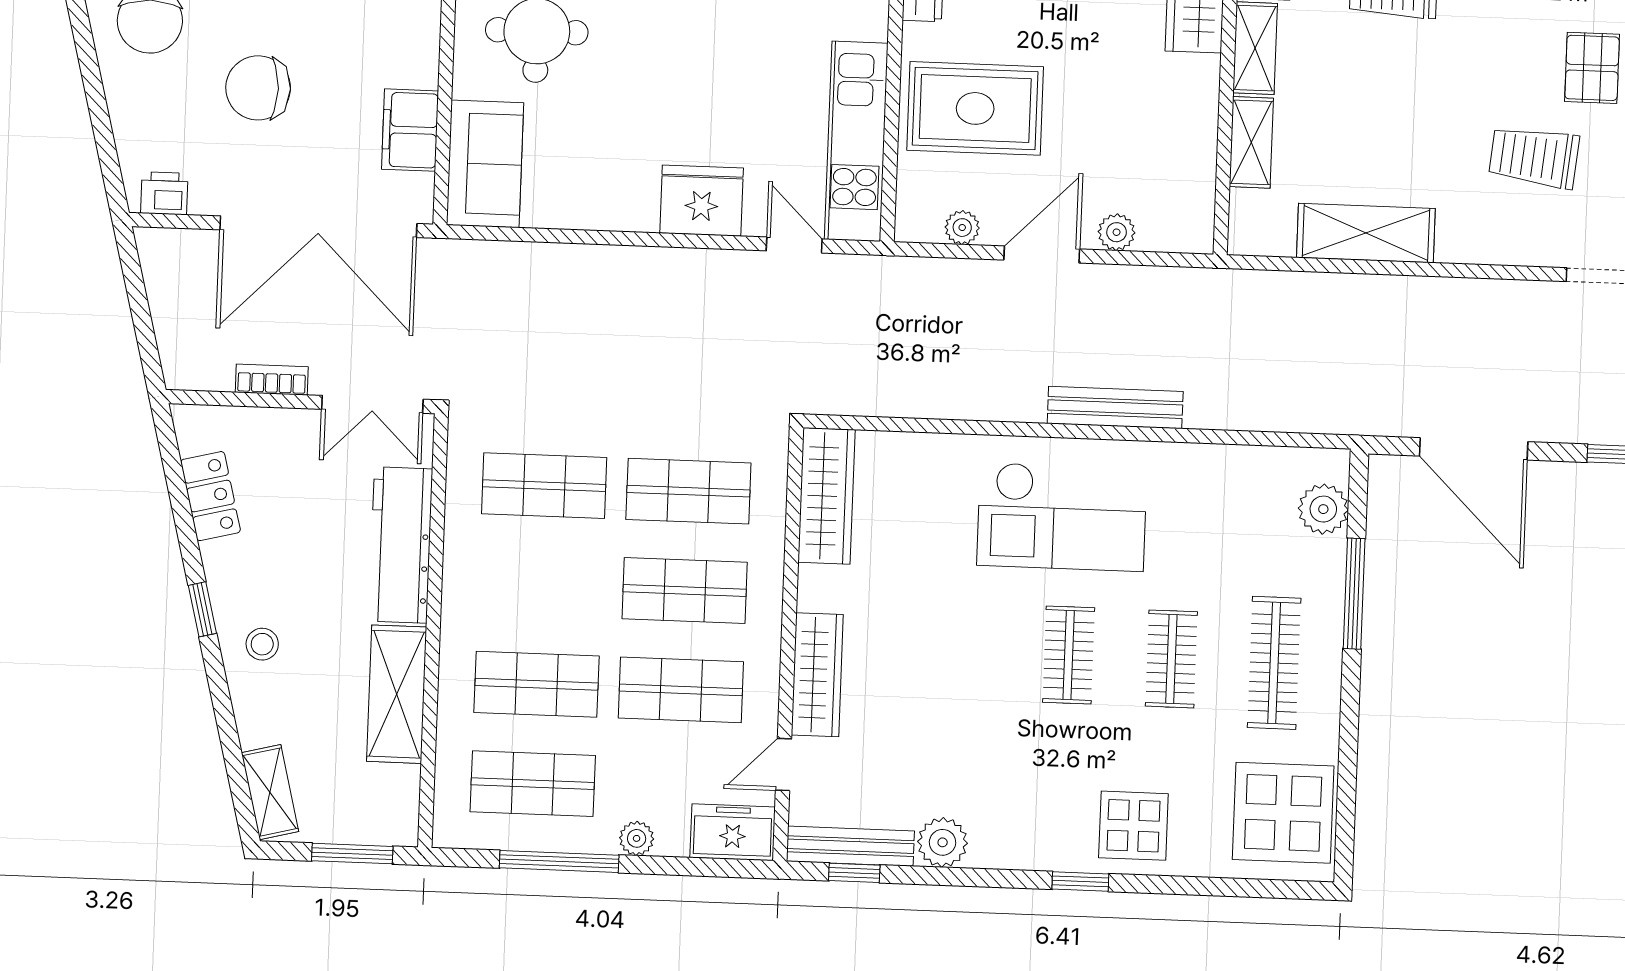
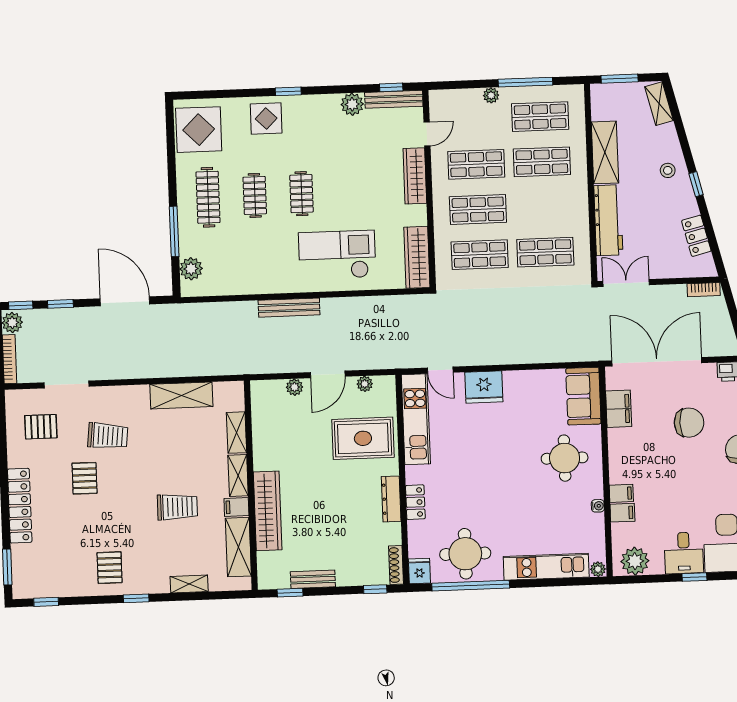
bookcase: (272, 380) -> (704, 290), moved
checkout: (1062, 517) -> (337, 255), moved
freezer: (733, 832) -> (448, 101), removed

